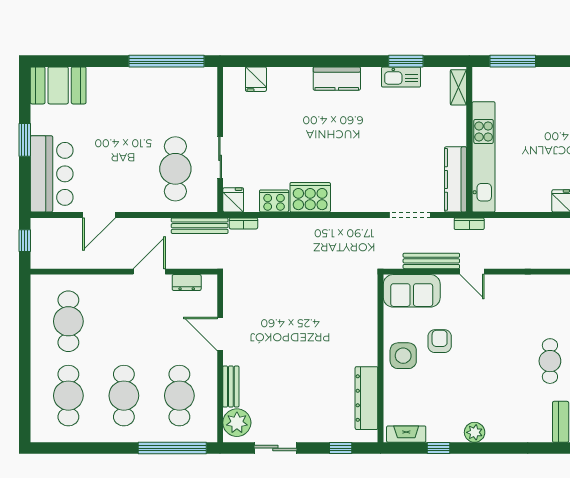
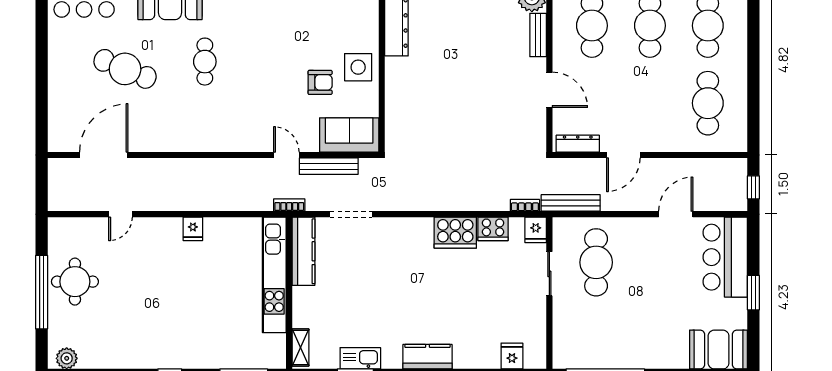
dresser: (187, 282) -> (578, 144), width x1.44
armchair: (440, 341) -> (320, 82), turned -90

